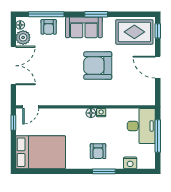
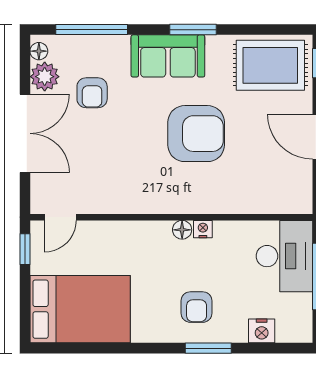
armchair: (49, 27) -> (92, 93), moved
armchair: (98, 66) -> (196, 134), turned 180

